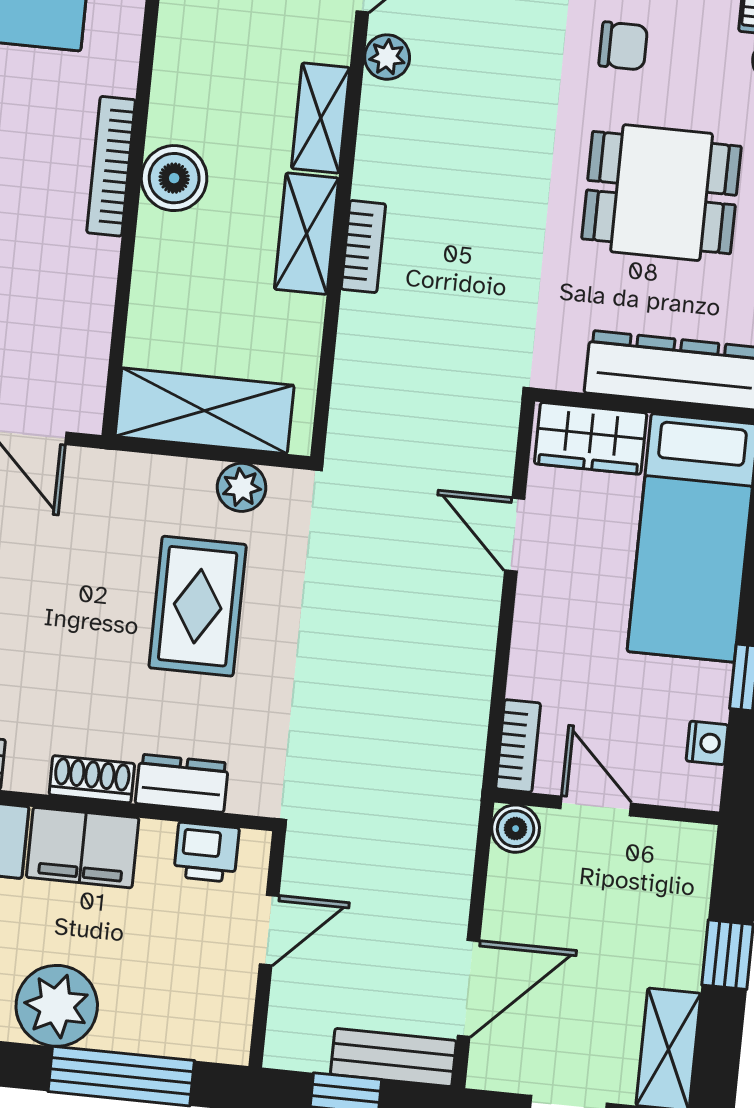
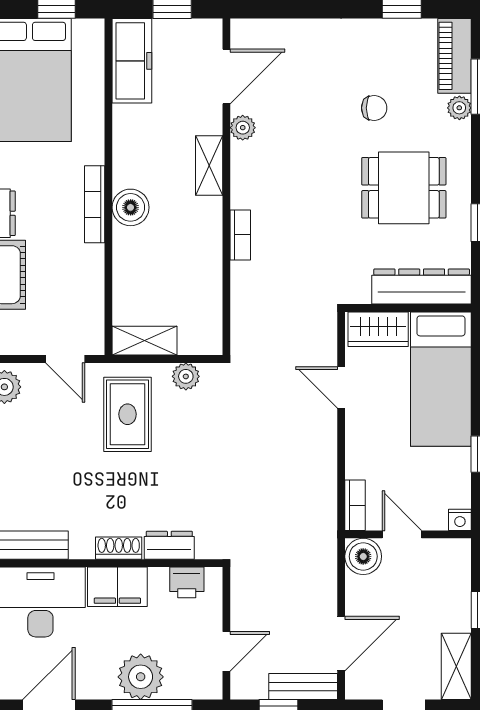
shelving: (306, 234) -> (208, 231), removed
shelving: (205, 411) -> (145, 341), width x0.67, depth x0.75
rug: (198, 606) -> (128, 414), moved
nightstand: (707, 743) -> (460, 520), moved, turned 90
boiler: (516, 829) -> (363, 556), width x1.36, depth x1.36
door: (269, 930) -> (226, 651), moved
plant: (57, 1006) -> (141, 677), moved

